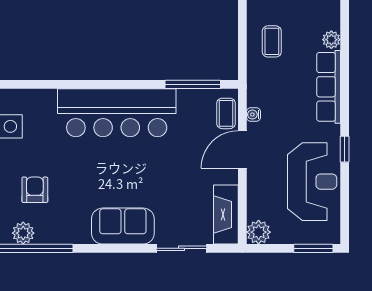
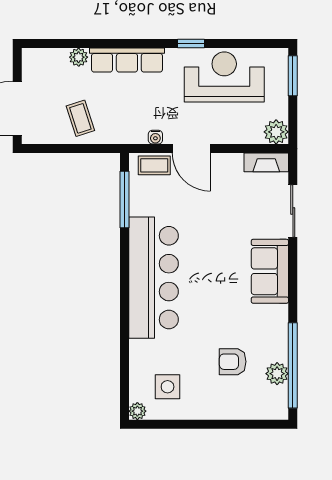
coffee table: (272, 41) -> (80, 118), turned 72
fireplace: (226, 214) -> (266, 162), width x0.73, depth x0.76

